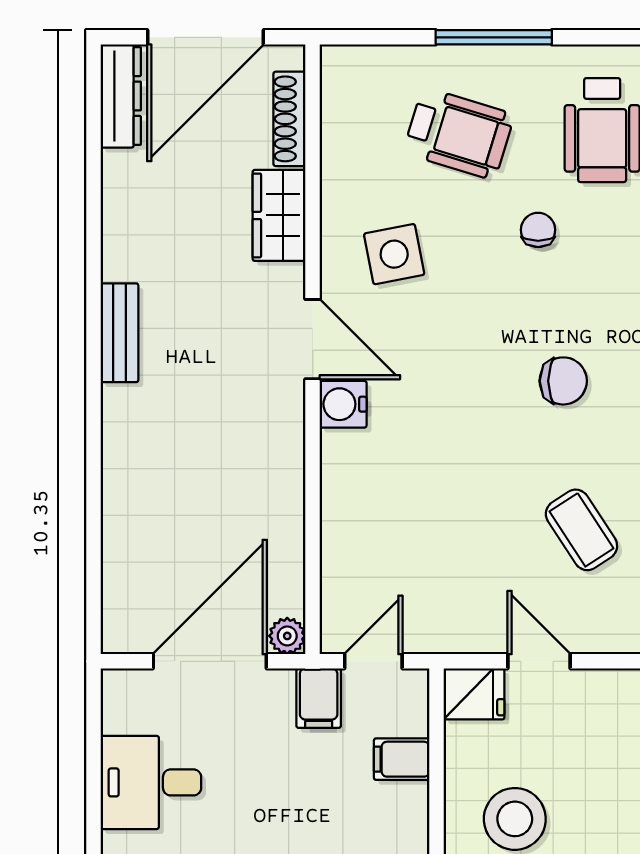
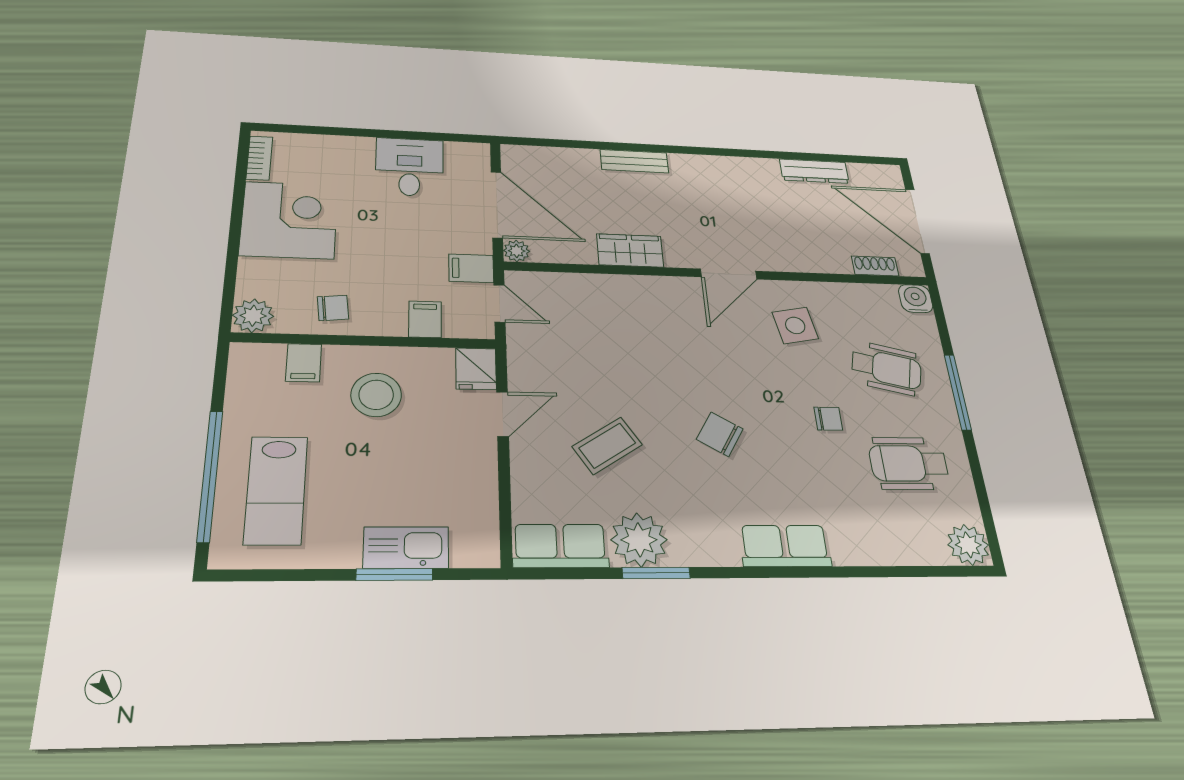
dresser: (121, 96) -> (814, 171), moved
shoe rack: (289, 119) -> (875, 266), width x0.70
wheelchair: (459, 134) -> (886, 368), turned -94
wardrobe: (279, 215) -> (630, 250), moved
bench: (119, 333) -> (634, 161), moved
chair: (563, 381) -> (720, 434), turned 121
water cooler: (343, 404) -> (916, 299), moved

